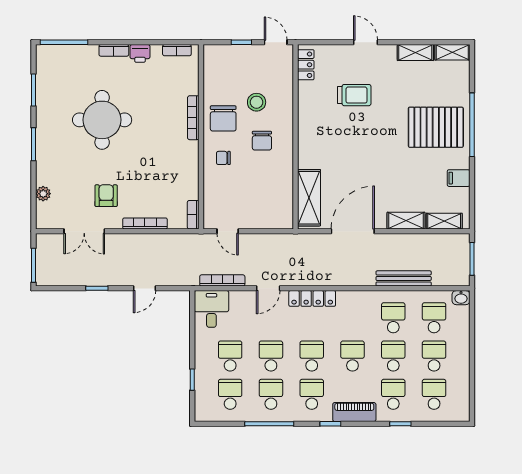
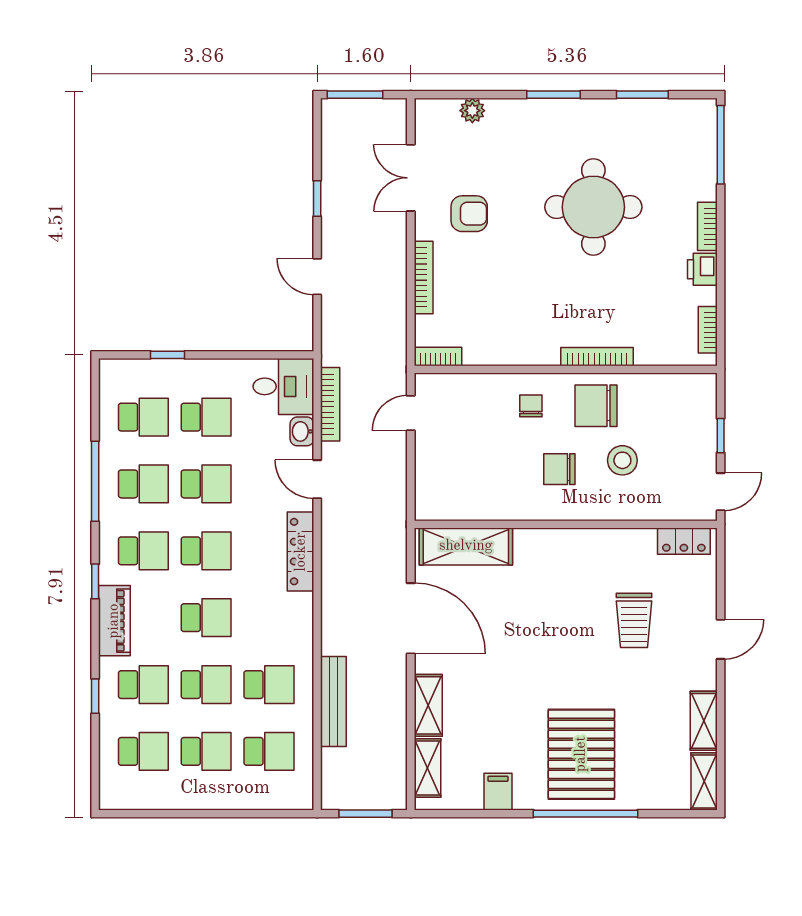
washbasin: (461, 298) -> (302, 431), moved

